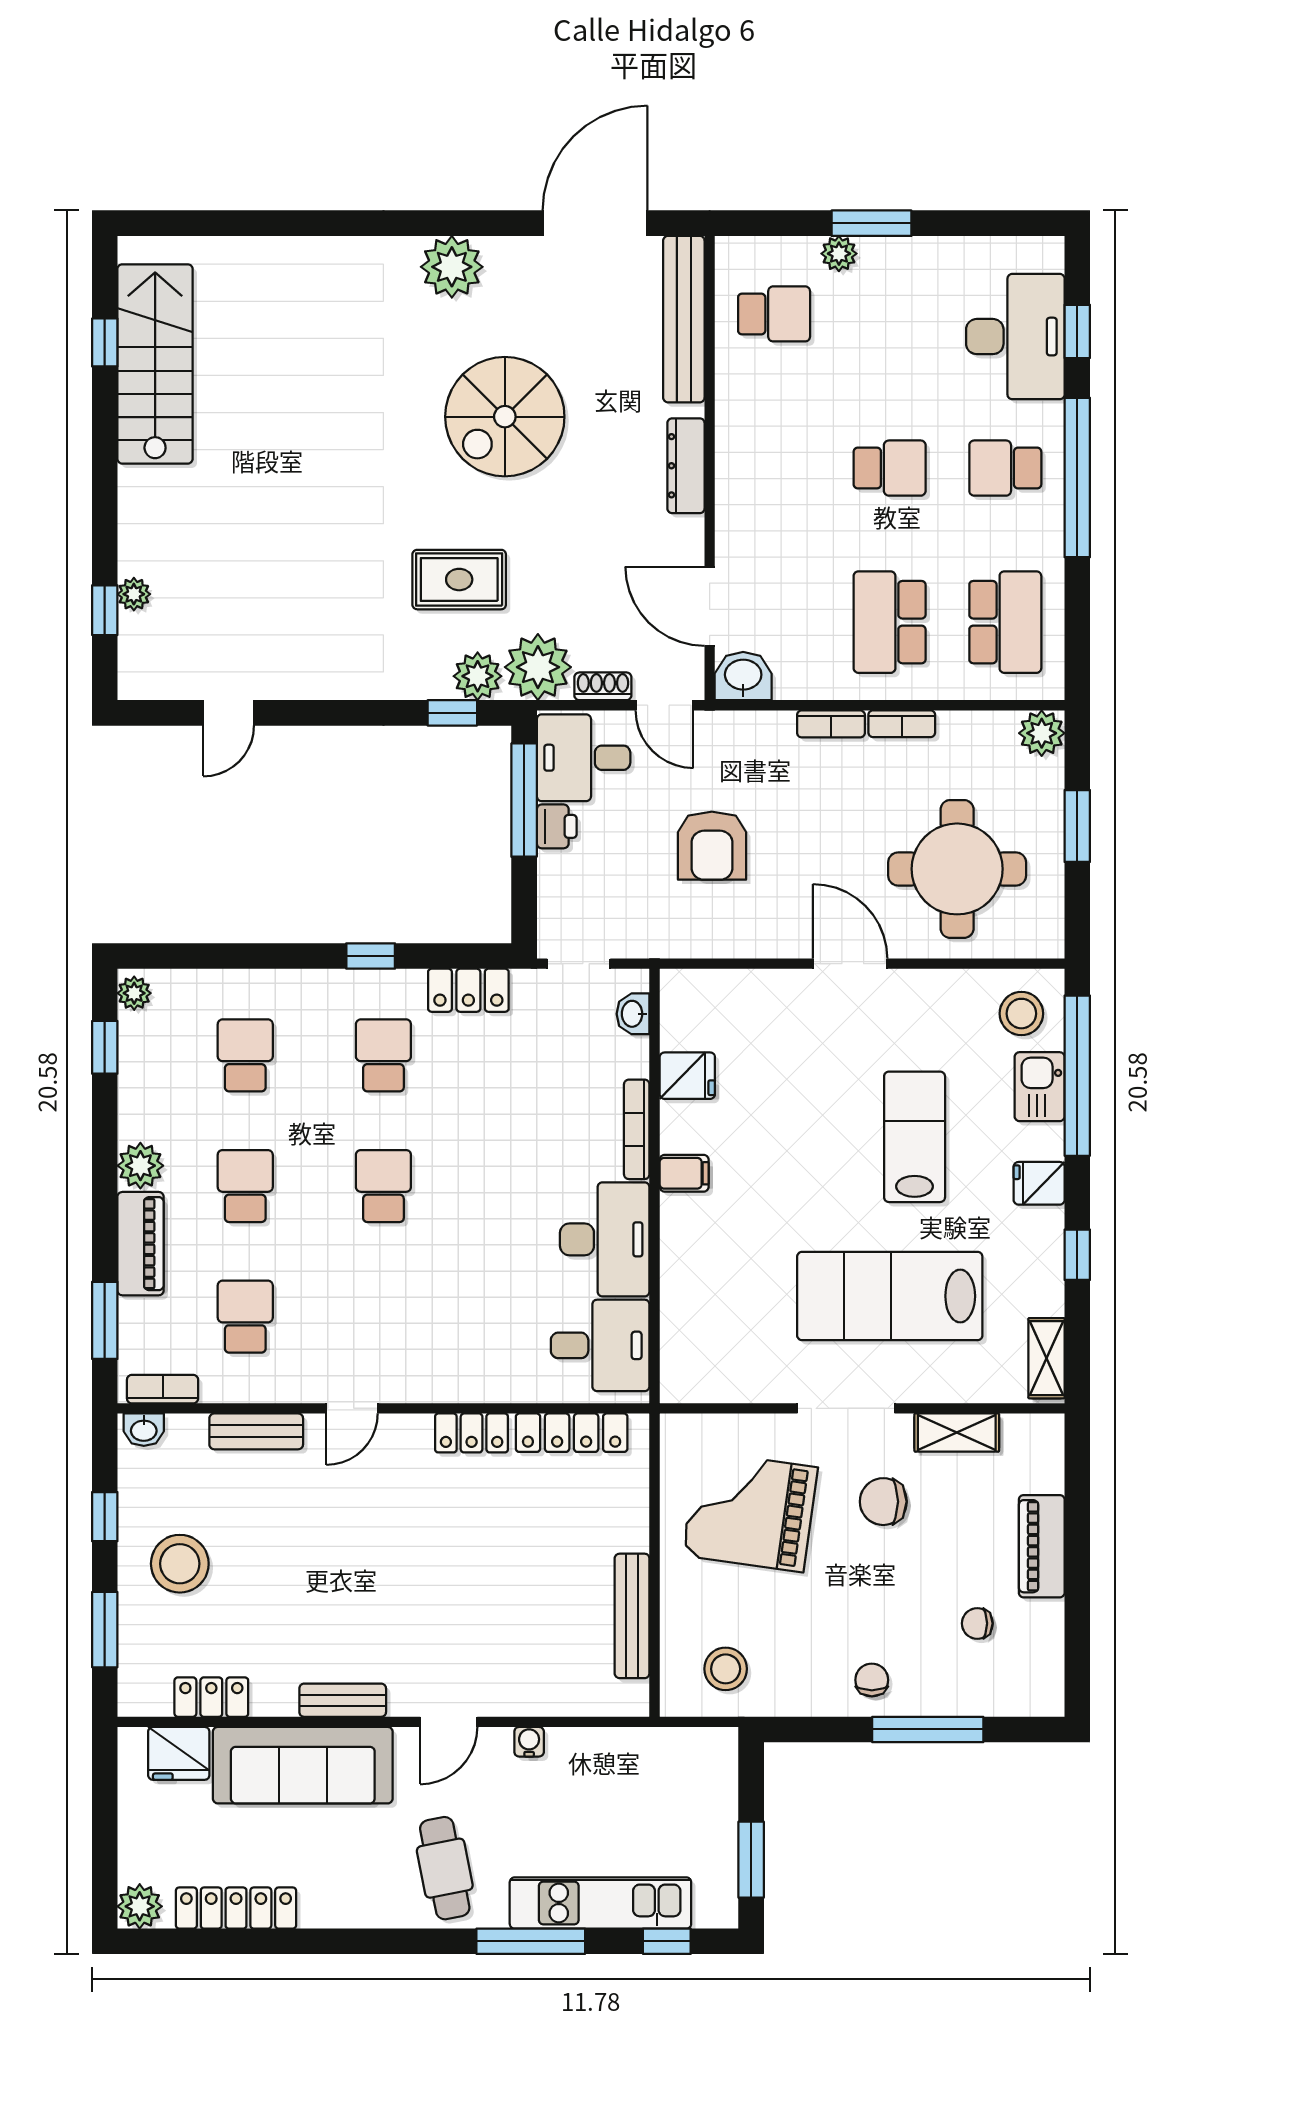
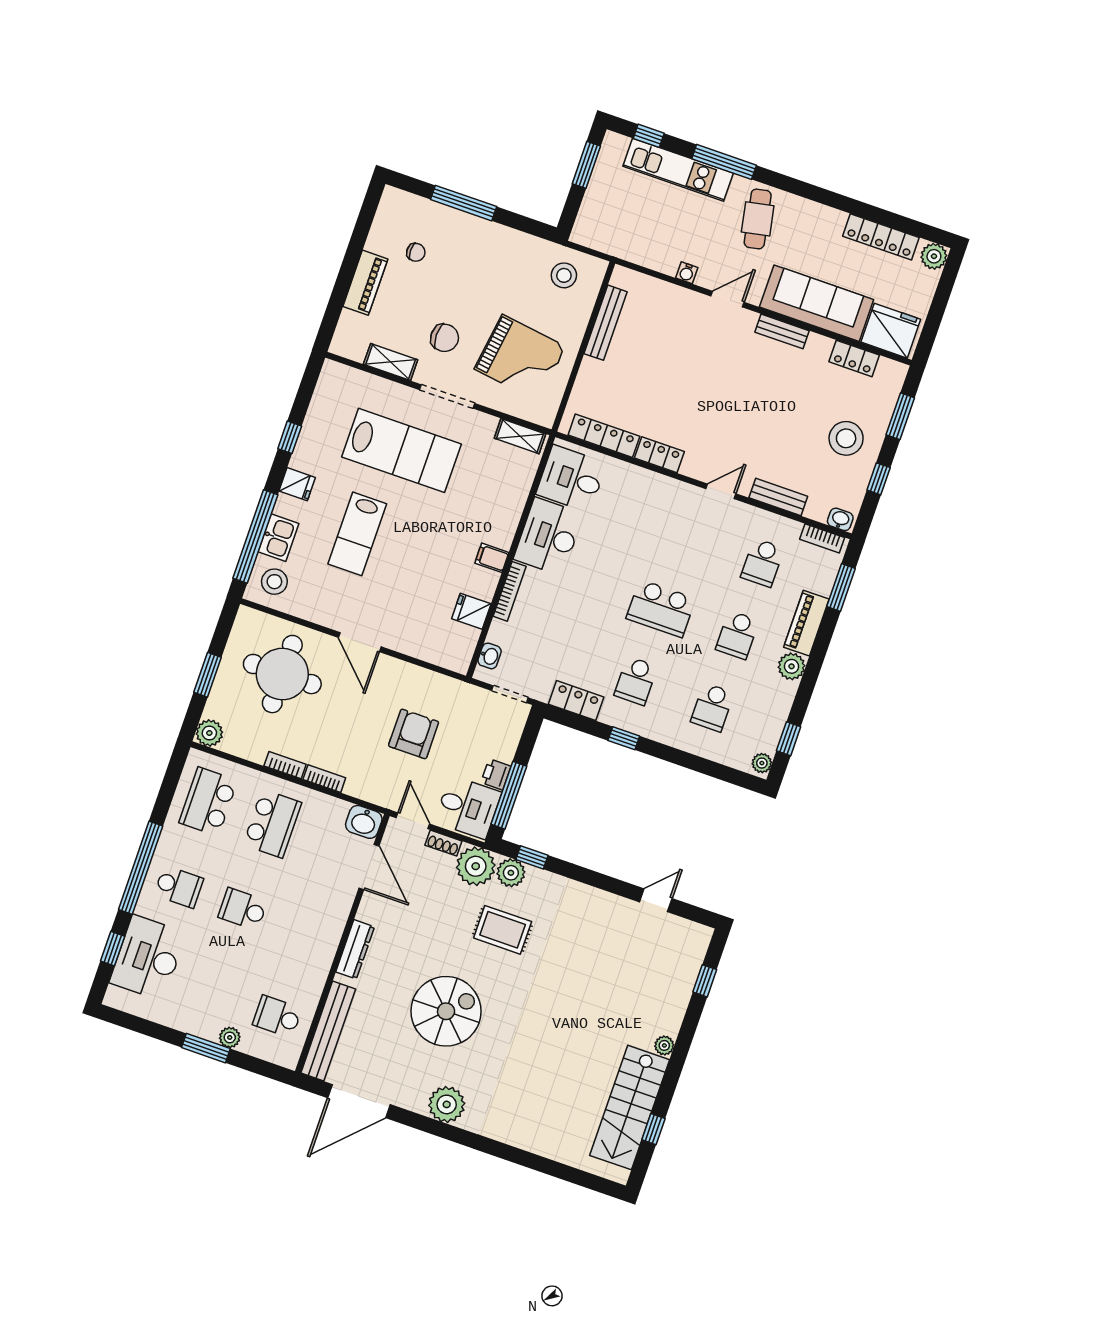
plant: (134, 594) -> (664, 1045), moved
school desk: (383, 1186) -> (661, 608), width x1.85
shelving: (1047, 1358) -> (520, 436), moved, turned 90
chair: (872, 1680) -> (485, 241), removed
fridge: (179, 1753) -> (891, 331), width x1.36, depth x1.34

